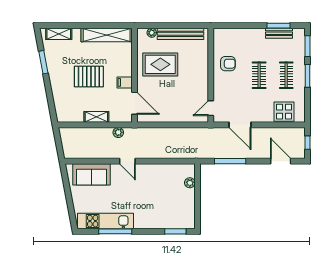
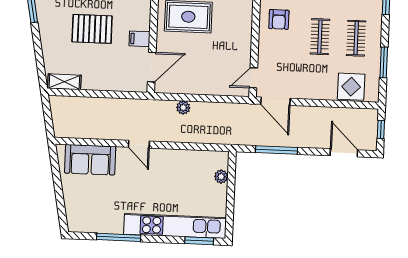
armchair: (228, 64) -> (279, 19), turned 90
window: (308, 76) -> (384, 62), moved
door: (135, 103) -> (152, 67), hinge flipped
shelving: (96, 117) -> (64, 82), moved
door: (240, 125) -> (275, 101), moved
plant: (118, 132) -> (183, 108), moved
kitchen unit: (105, 221) -> (175, 226), moved, width x1.36

